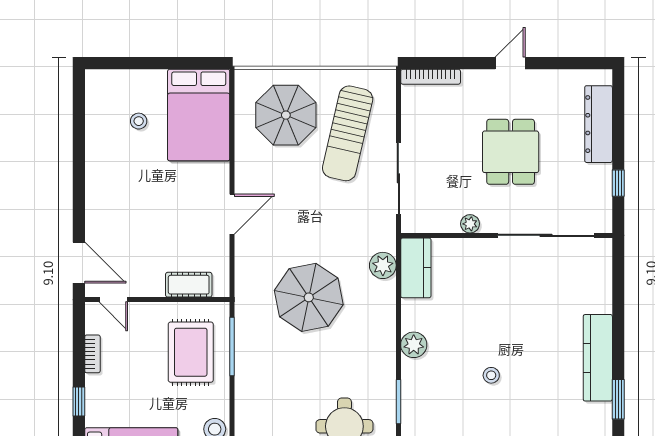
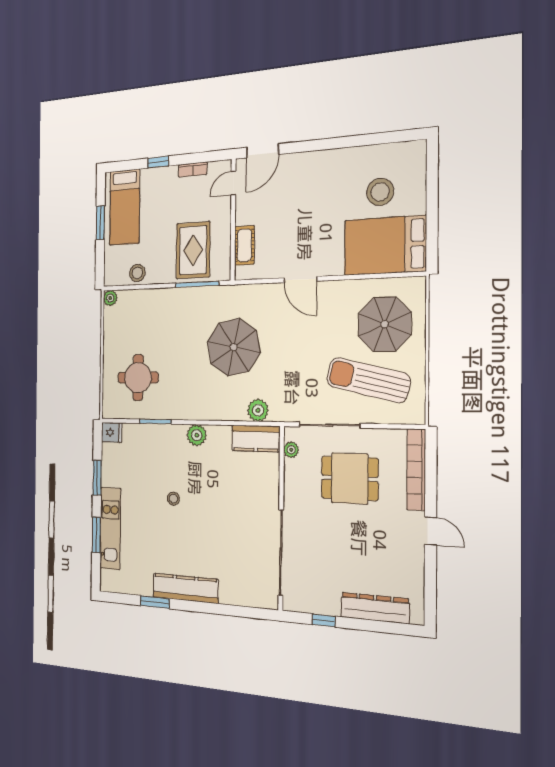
bookcase: (431, 77) -> (416, 470), width x1.48, depth x1.31
stool: (139, 121) -> (380, 192), width x1.89, depth x1.89
dining table: (511, 152) -> (350, 478), moved
plant: (470, 224) -> (291, 450), moved
rug: (191, 352) -> (193, 250), turned 90

